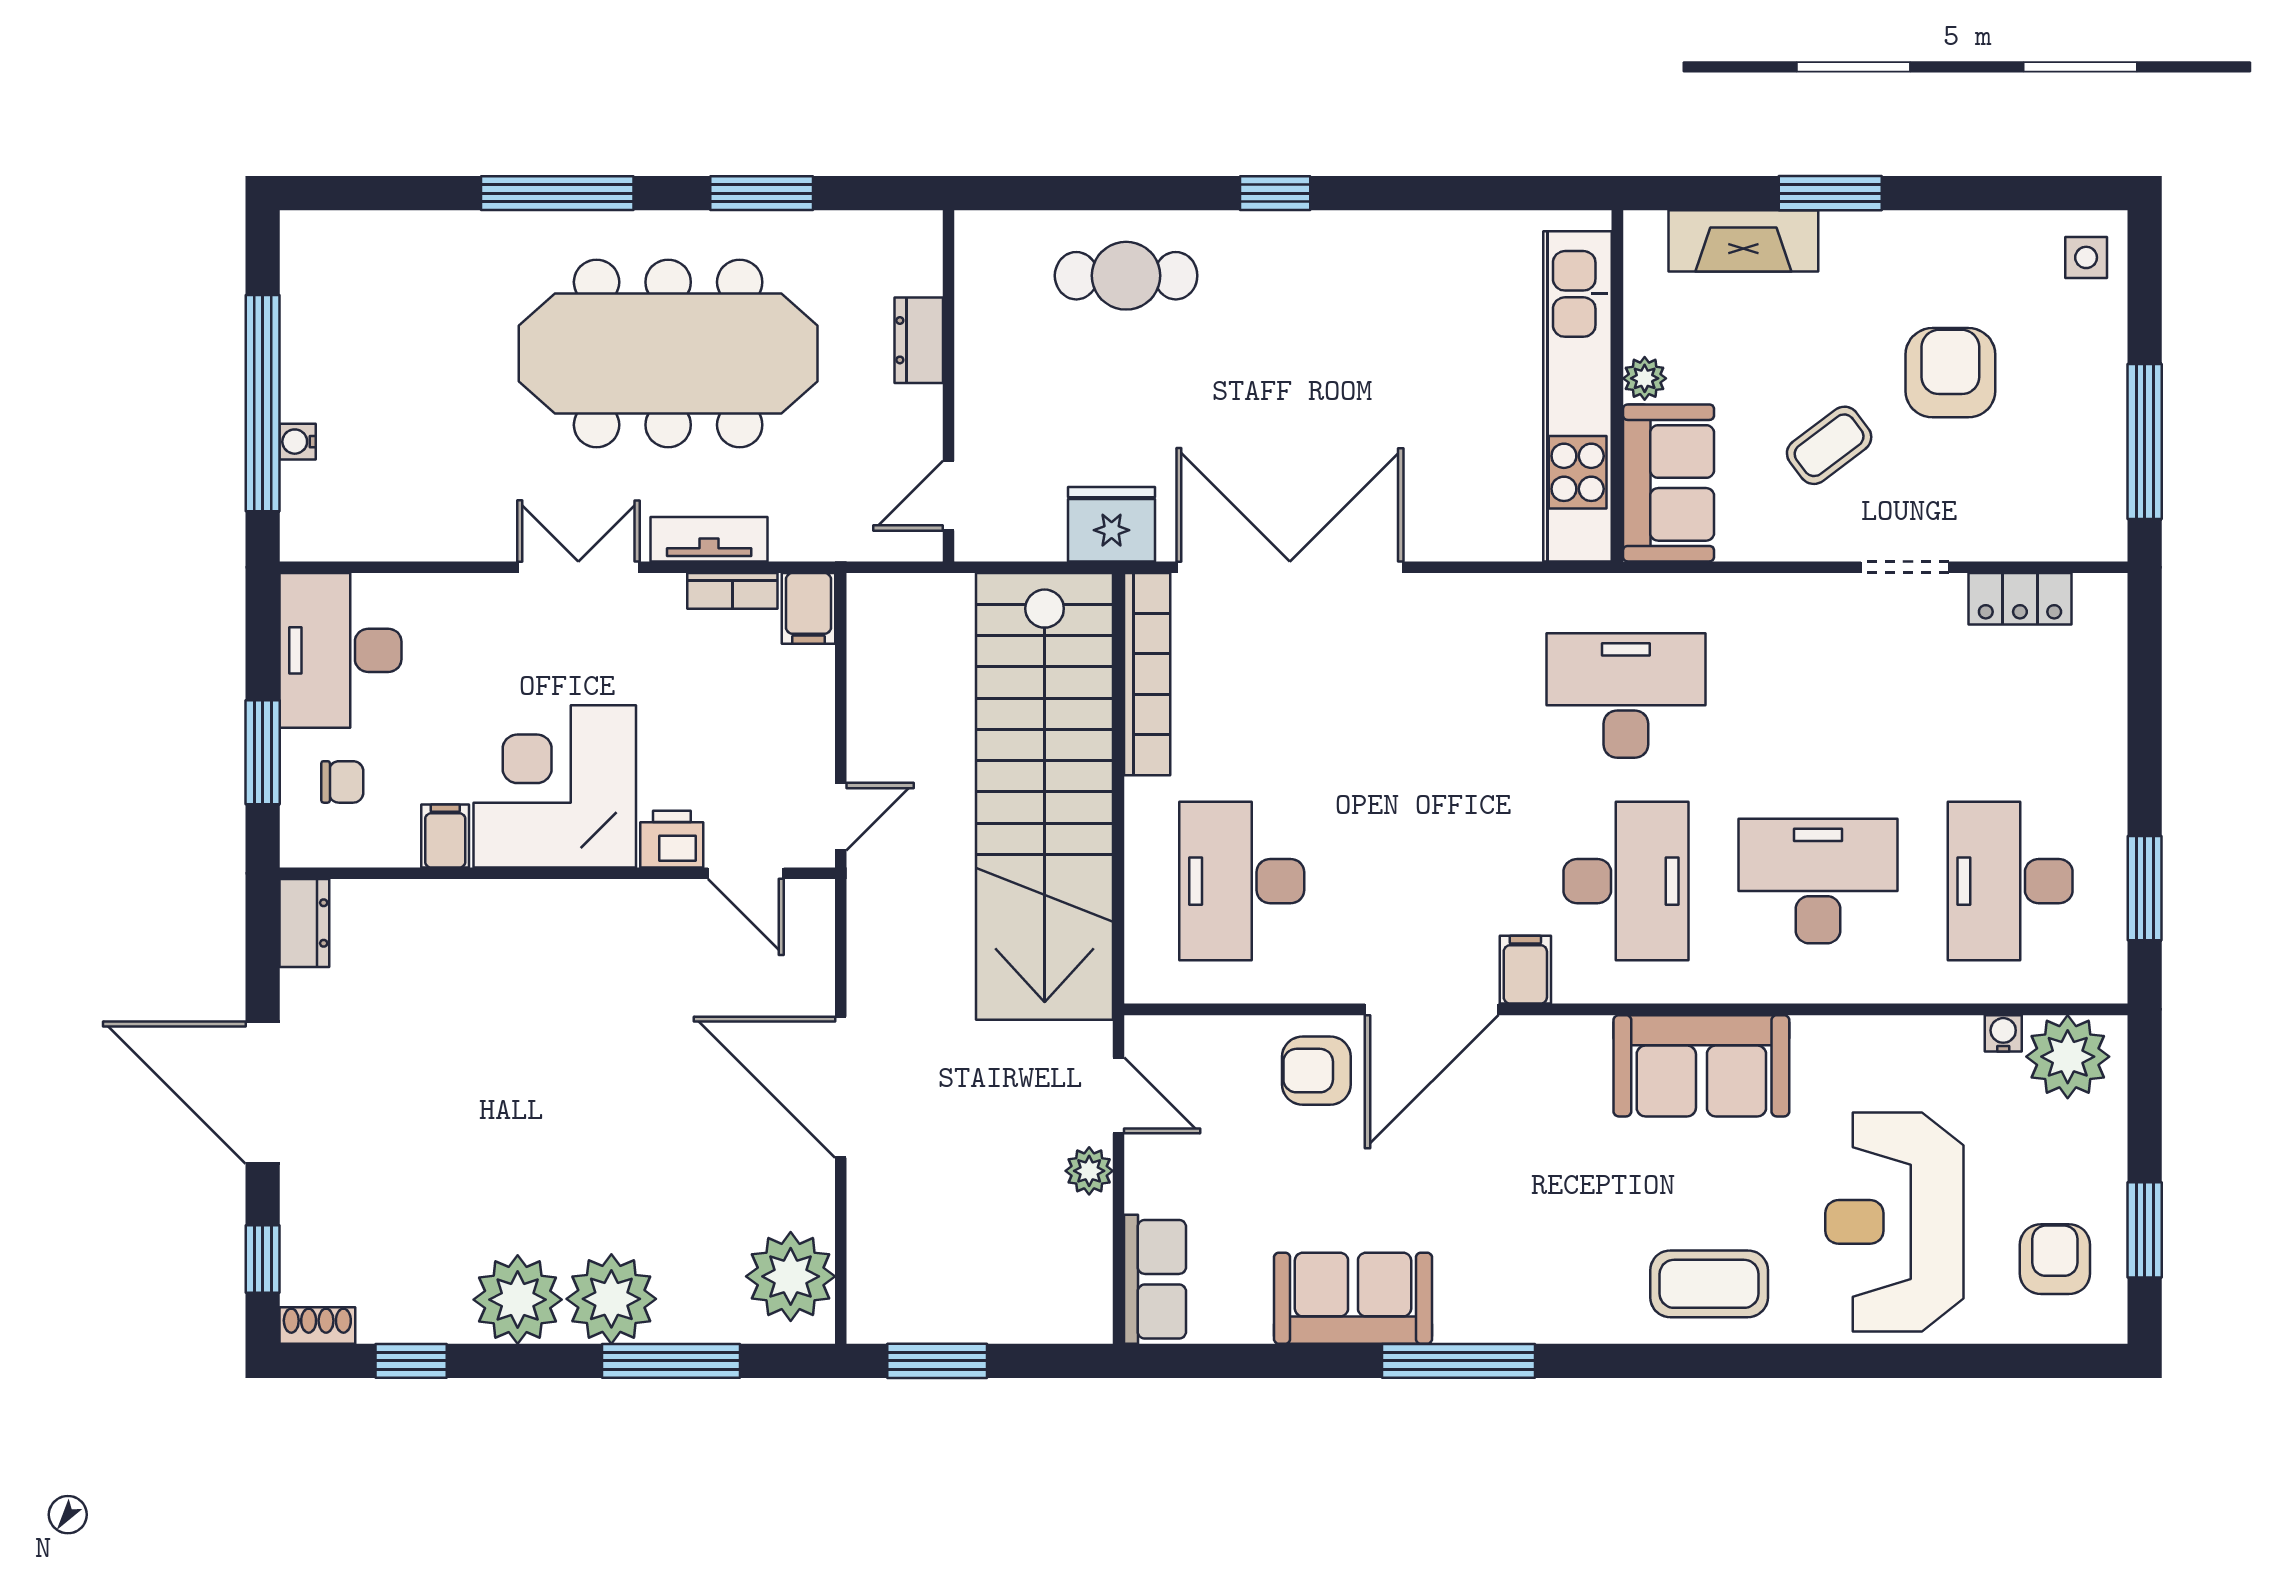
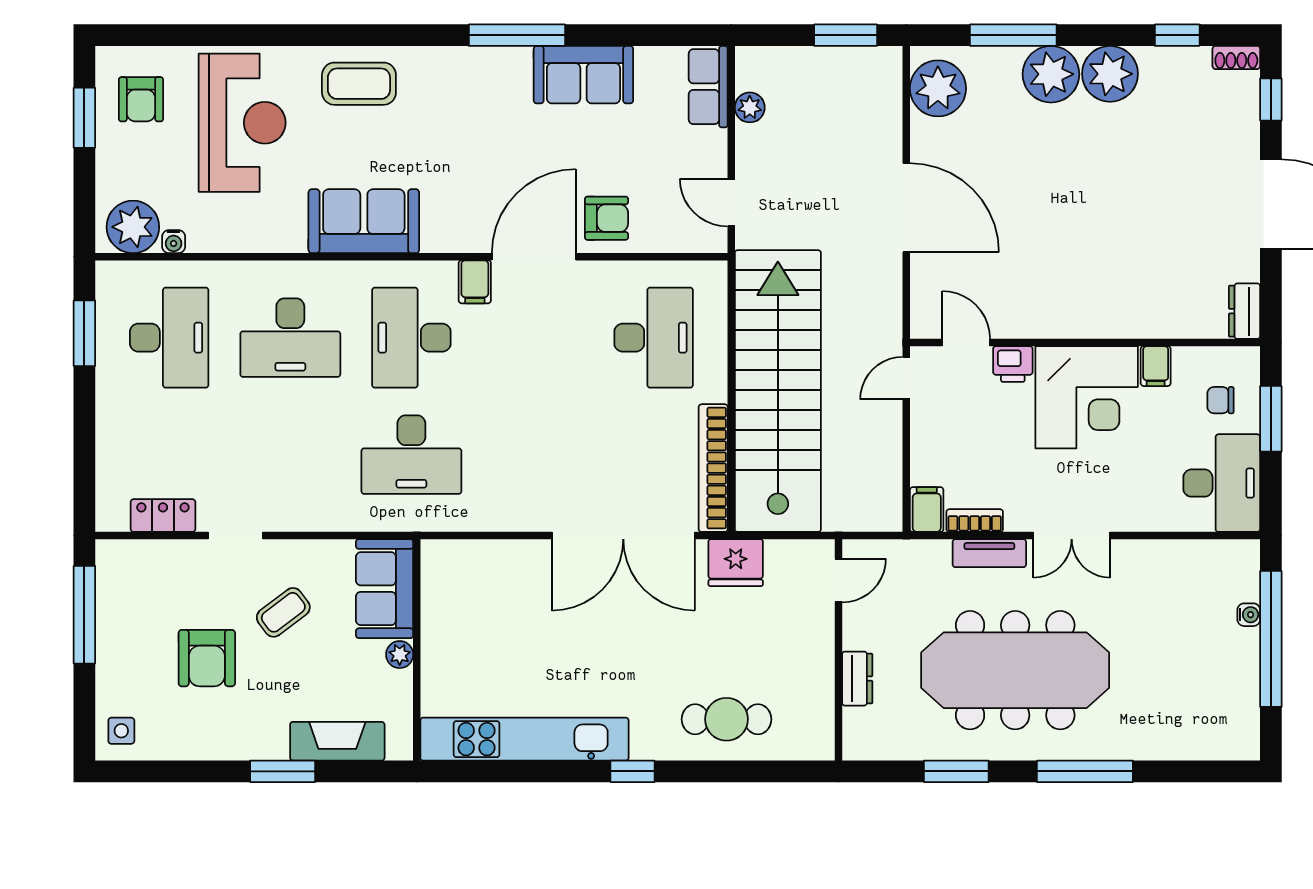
kitchen unit: (1578, 396) -> (524, 739), moved, turned -90
plant: (1089, 1171) -> (750, 107), moved

